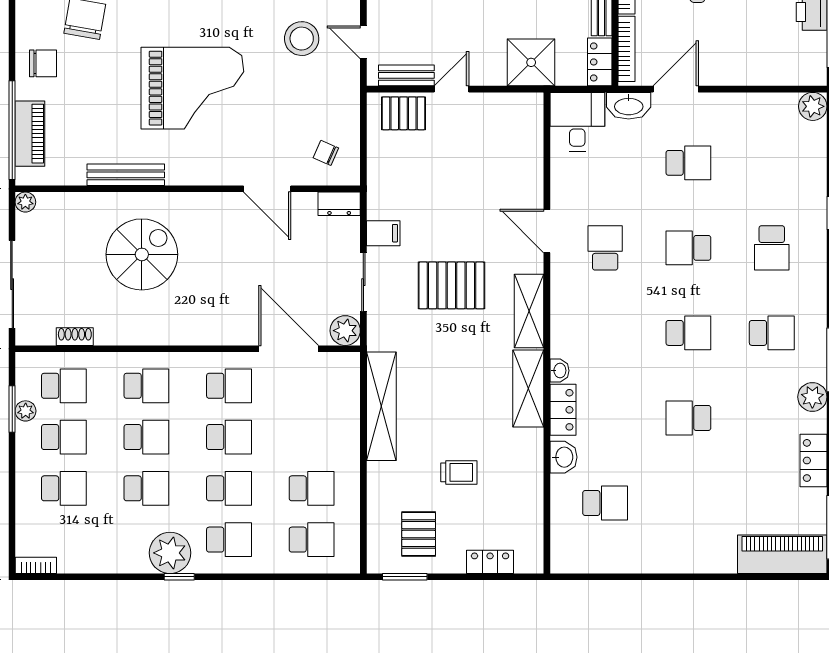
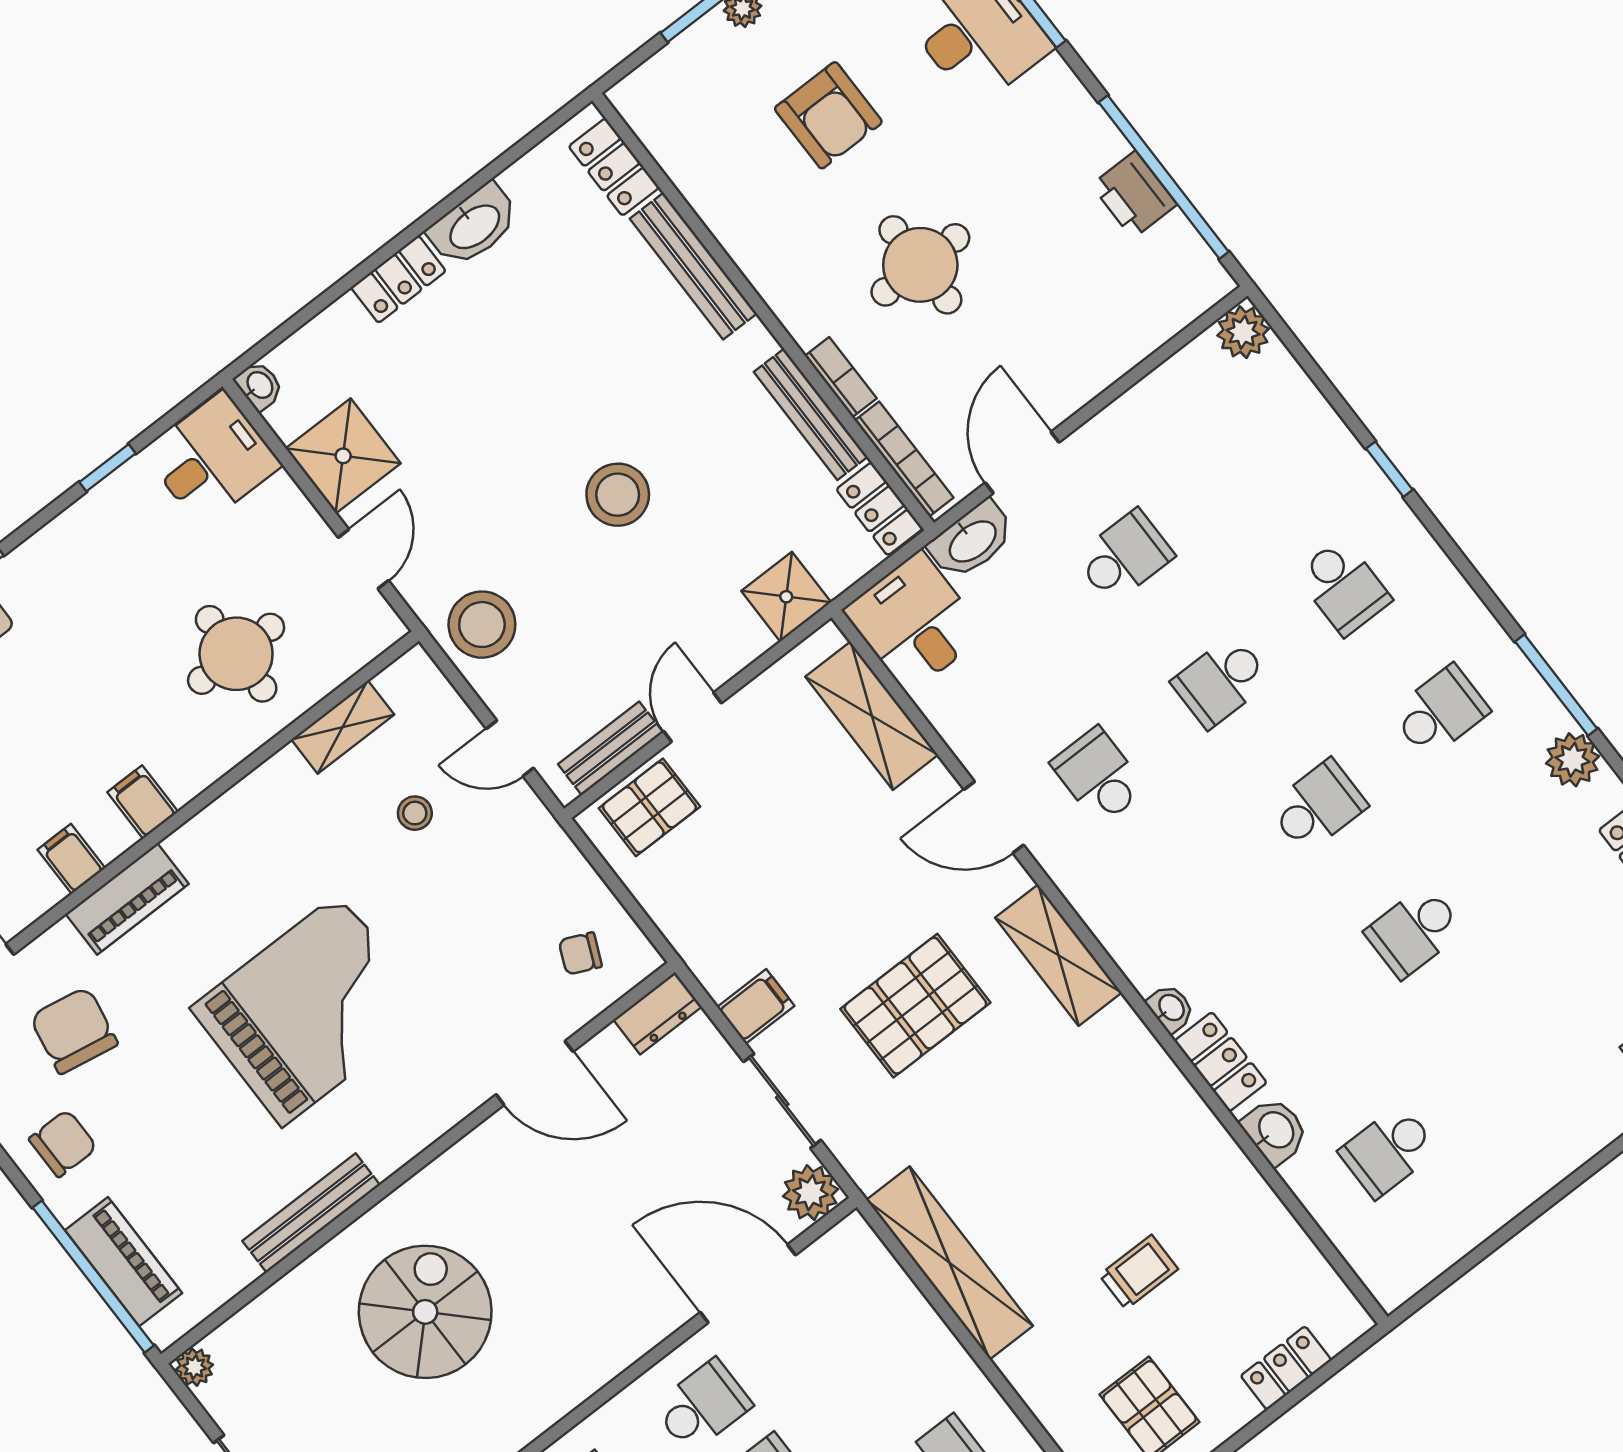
stool: (302, 39) -> (415, 813), width x0.53, depth x0.53
shower: (531, 62) -> (786, 597), width x0.73, depth x0.73
shelving: (528, 388) -> (872, 716), moved
school desk: (605, 503) -> (1388, 1151), turned 180

